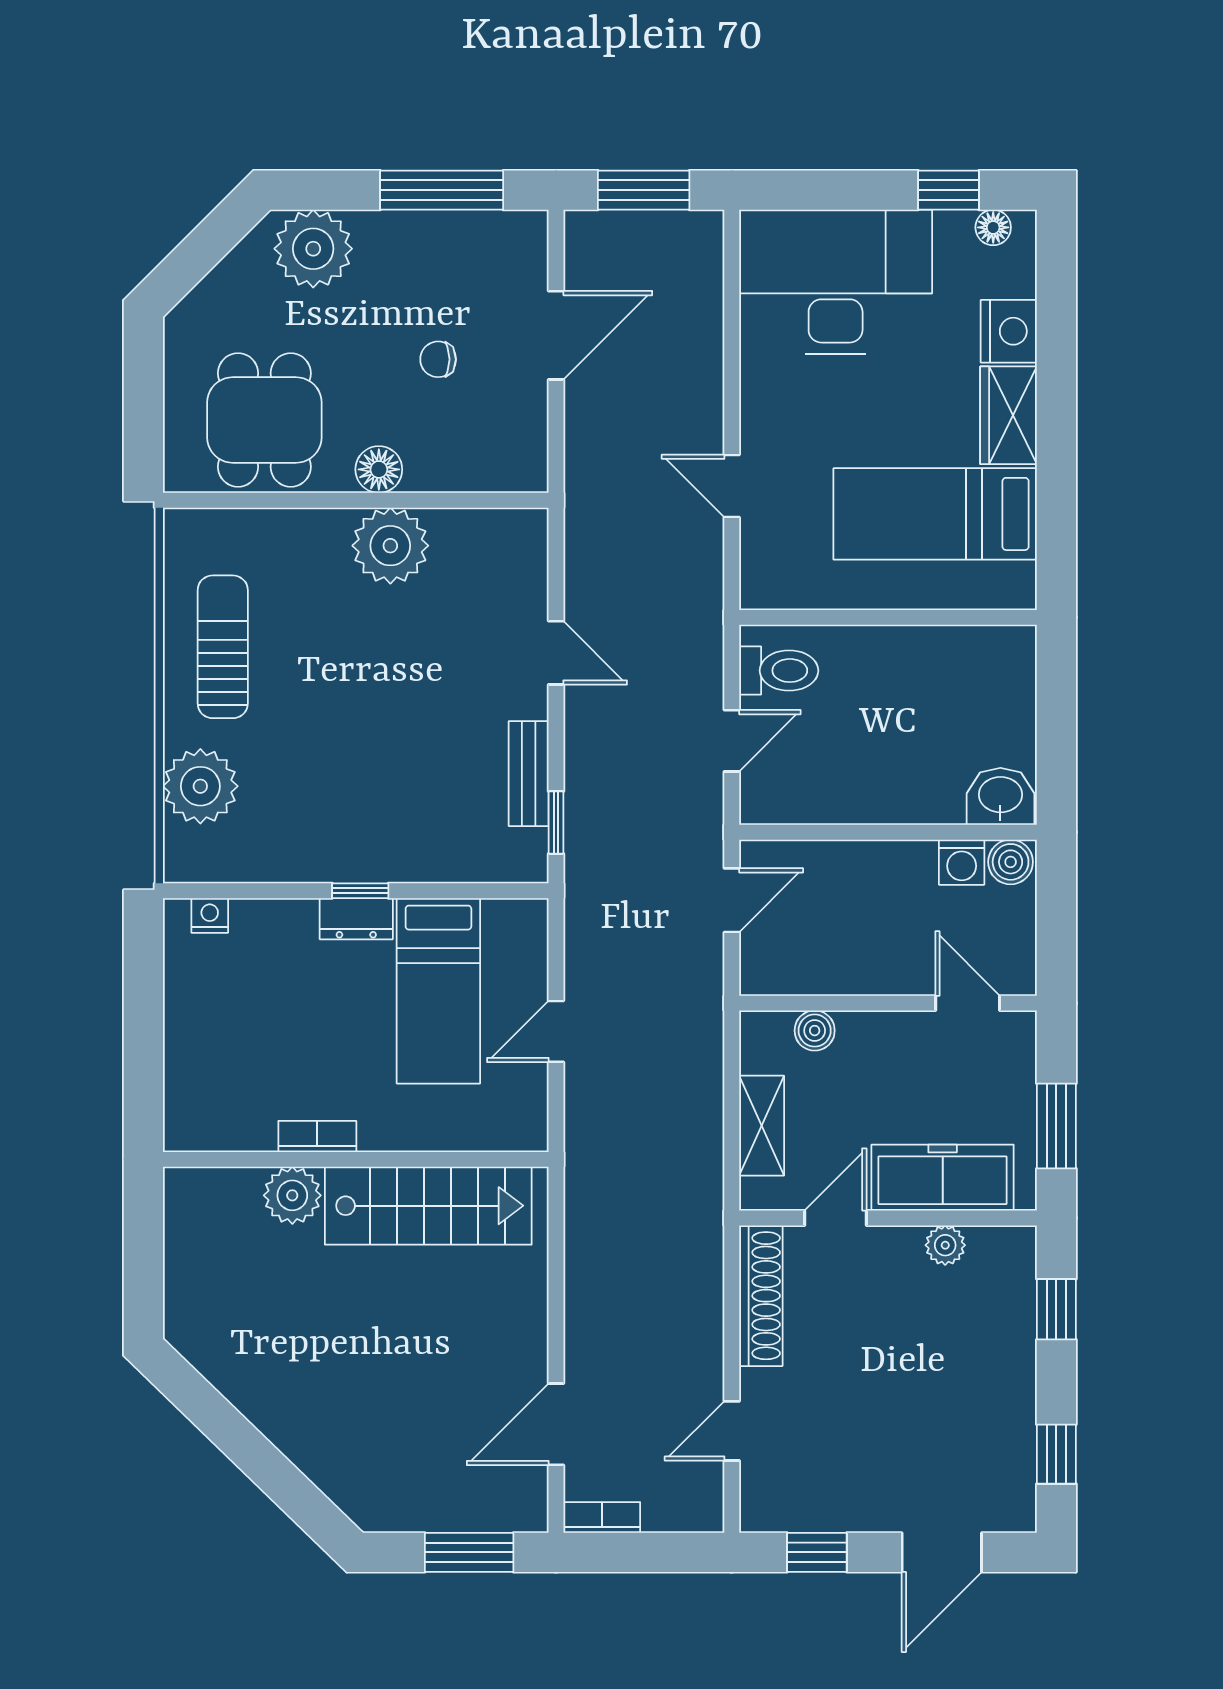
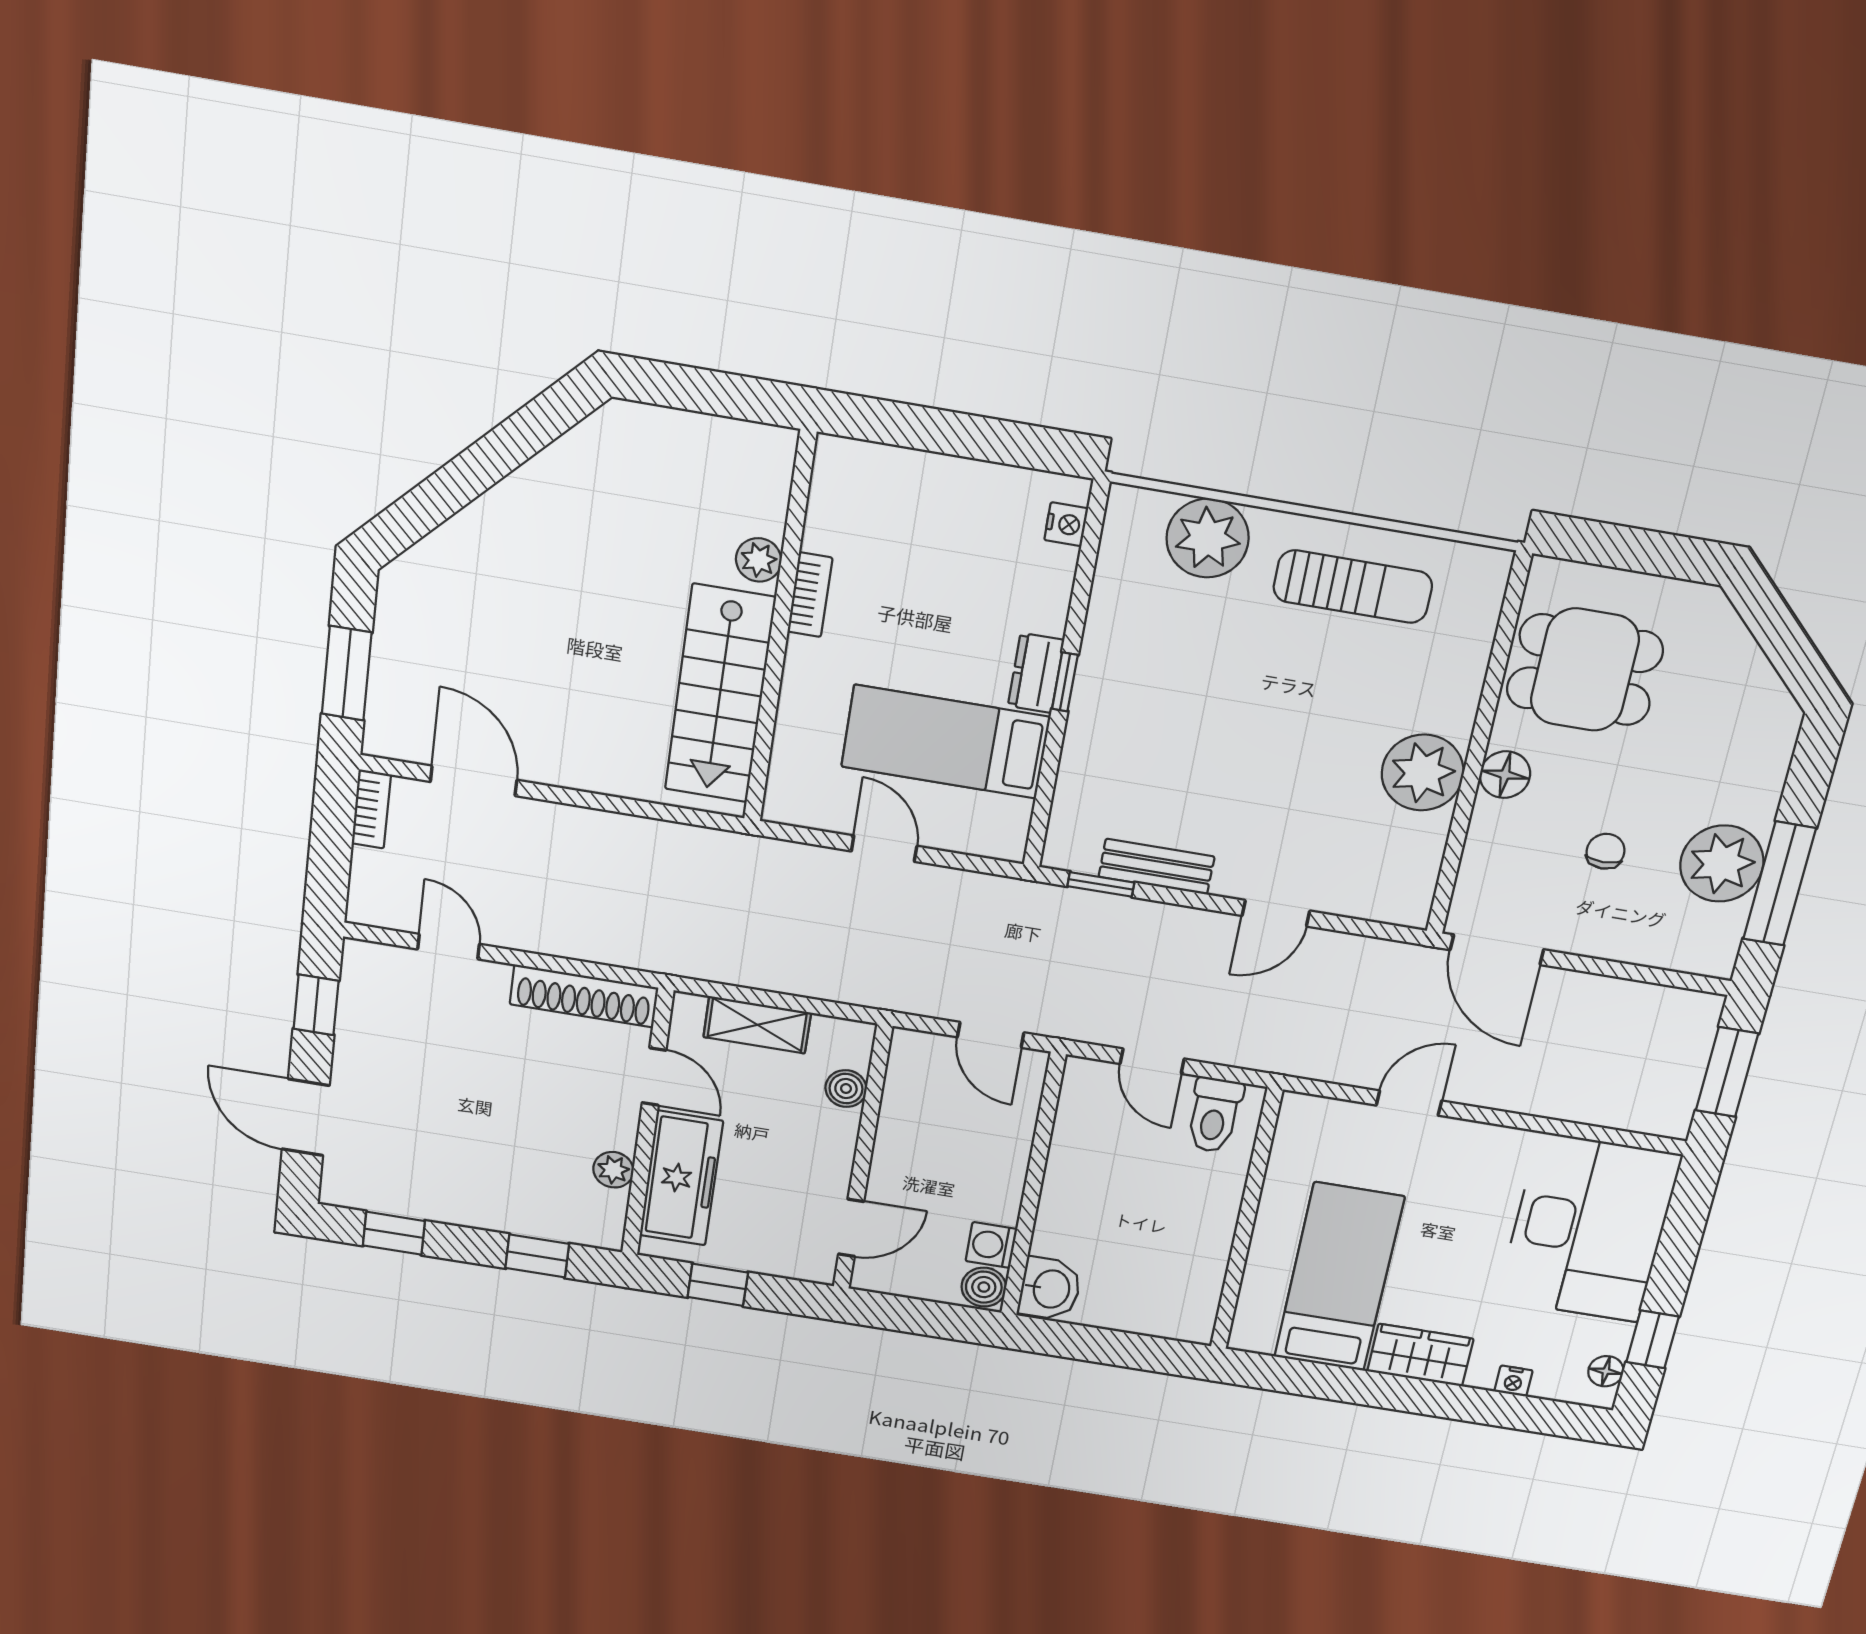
plant: (313, 249) -> (1722, 864), moved
nightstand: (1009, 331) -> (1513, 1381), width x0.53, depth x0.56
door: (556, 335) -> (1497, 950), moved
window: (1056, 1126) -> (718, 1285), width x0.67
plant: (292, 1195) -> (759, 560), width x0.73, depth x0.73

